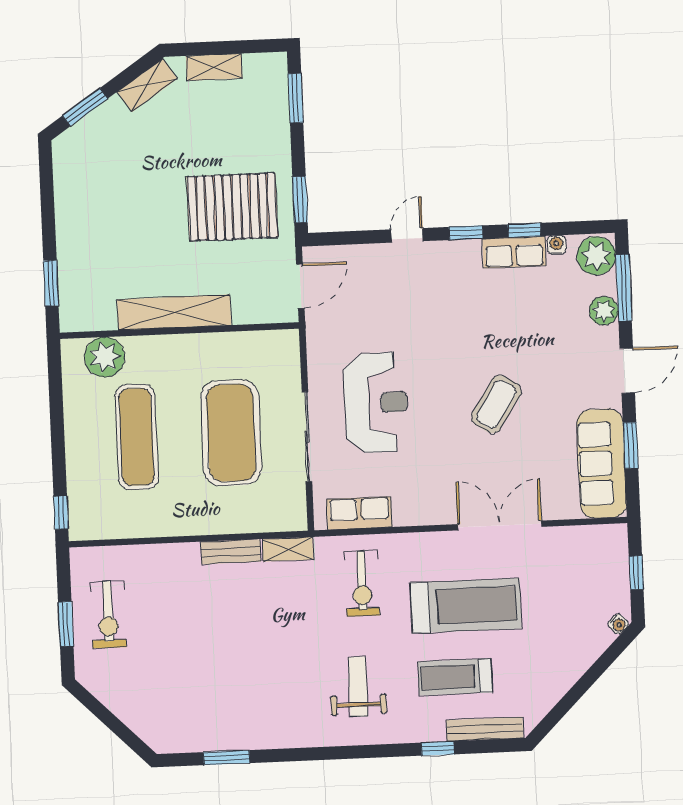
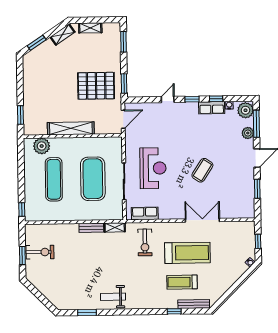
sofa: (602, 463) -> (245, 196), removed
exercise bike: (108, 614) -> (40, 252), turned -90
weight bench: (358, 687) -> (113, 297), moved, turned -90

